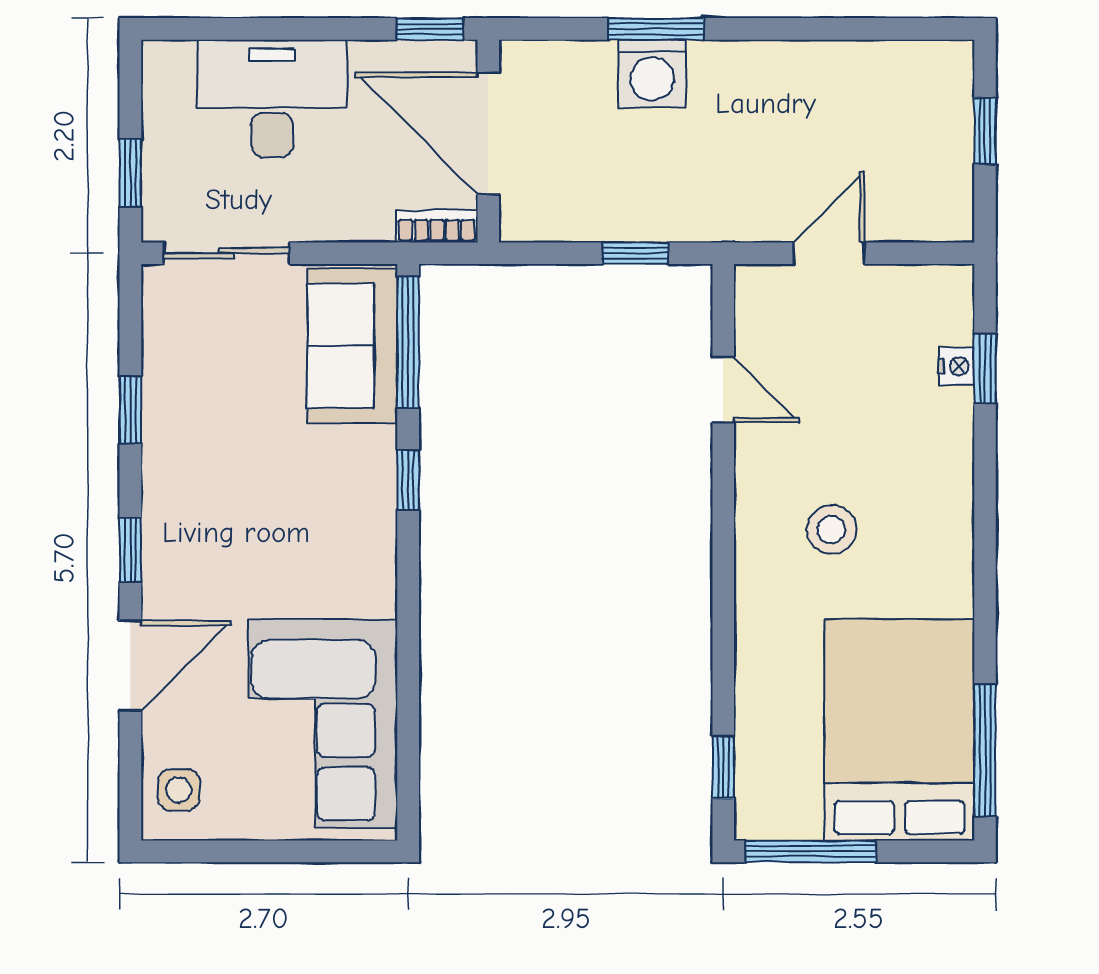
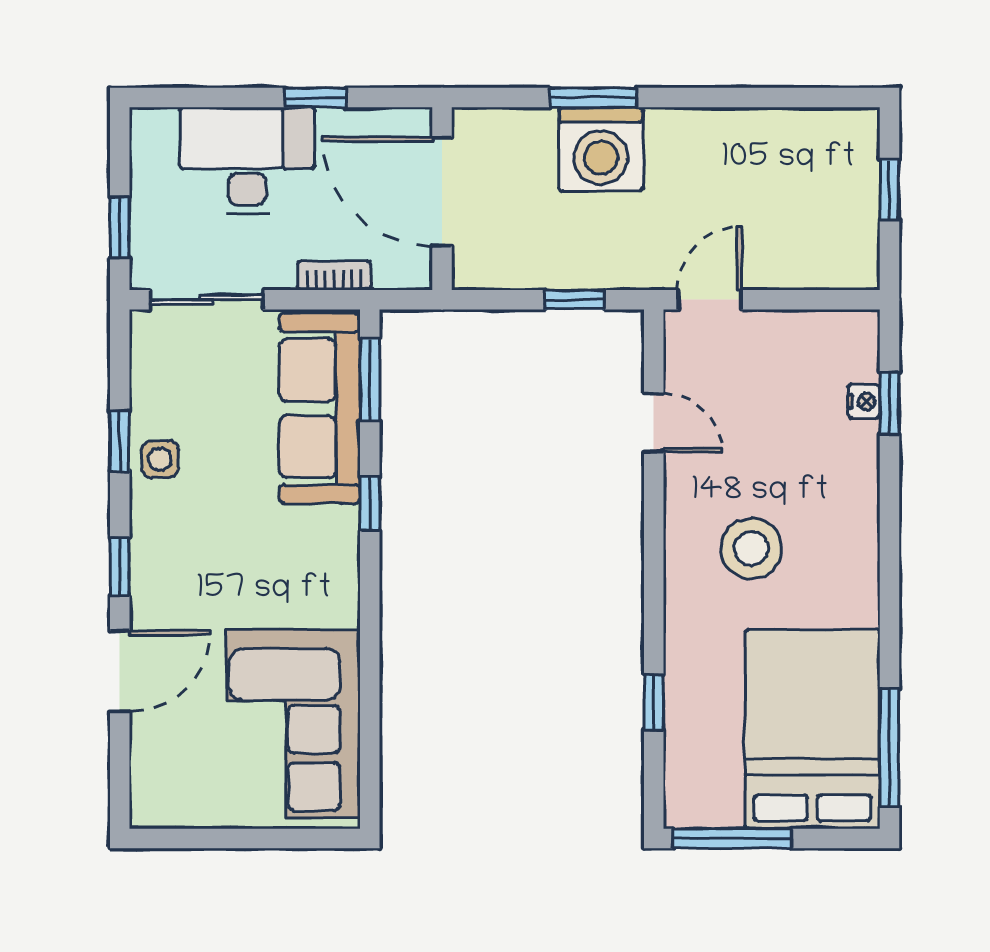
window: (430, 29) -> (316, 98), moved
washing machine: (652, 74) -> (601, 149), width x1.37, depth x1.37
bookcase: (437, 226) -> (334, 275), moved
door: (829, 253) -> (710, 300), moved
window: (408, 342) -> (370, 380), width x0.69
sofa: (352, 346) -> (320, 408), width x1.36
stool: (832, 530) -> (751, 549), width x1.38, depth x1.38
window: (723, 767) -> (654, 703), moved
side table: (179, 790) -> (160, 459), moved

